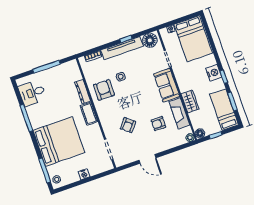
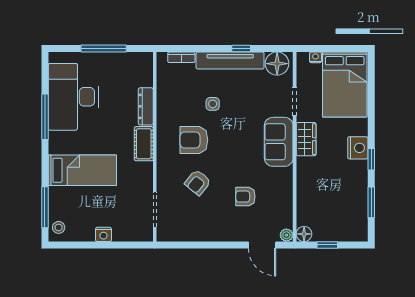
armchair: (104, 90) -> (194, 140), moved, turned -90
desk: (32, 93) -> (73, 97), width x1.87, depth x1.30
wardrobe: (190, 101) -> (306, 139), moved
bed: (224, 110) -> (354, 210), removed
fireplace: (179, 113) -> (283, 192), removed
bed: (59, 141) -> (82, 170), width x0.49
door: (147, 159) -> (262, 245), moved

